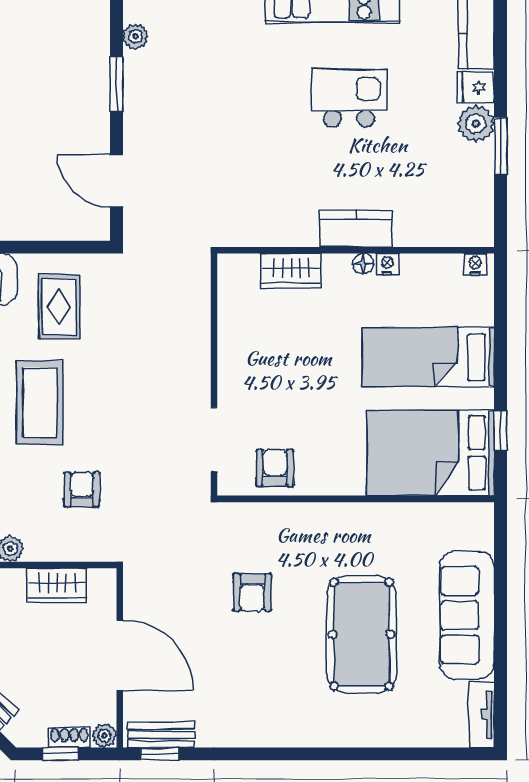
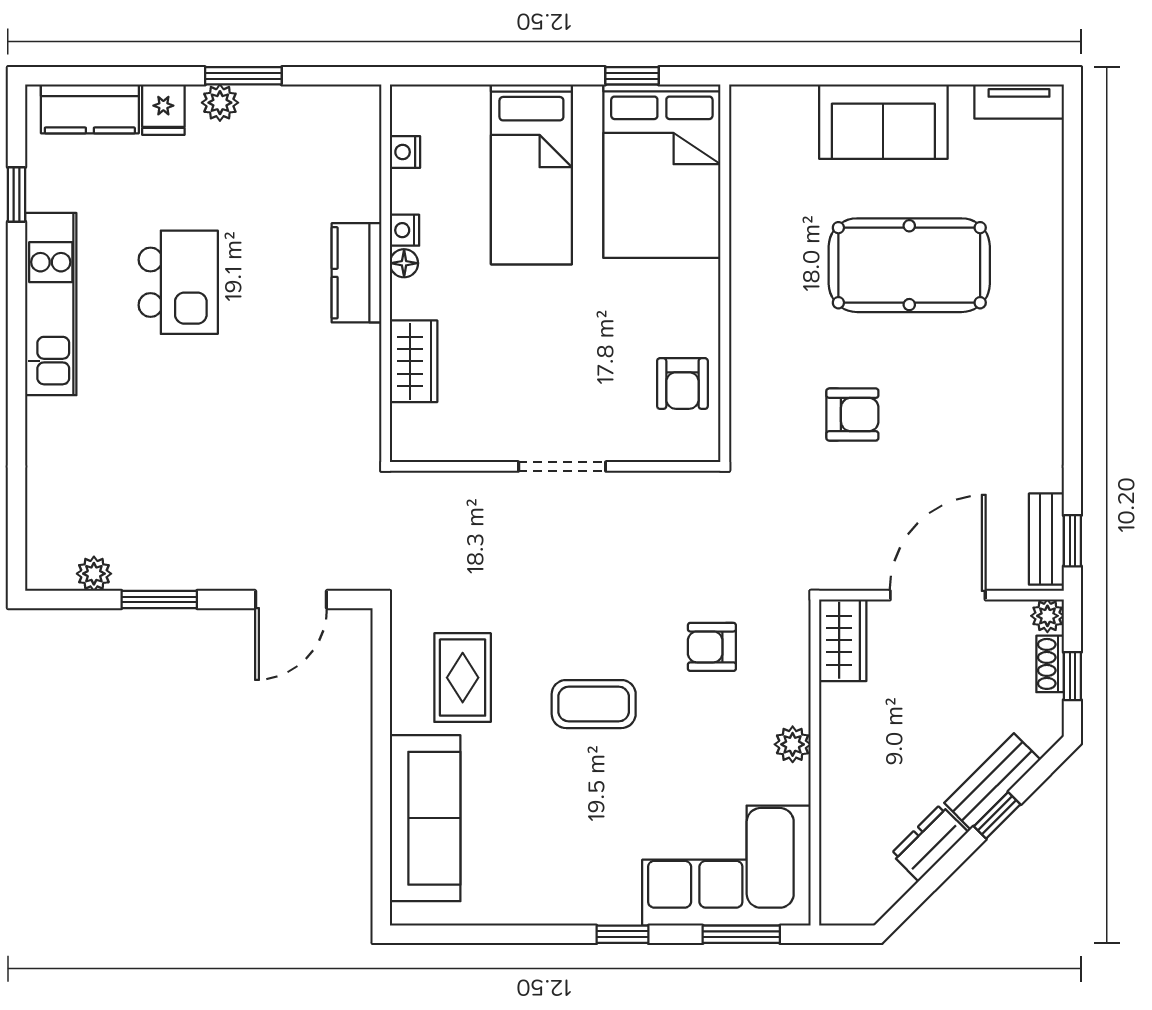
kitchen island: (349, 98) -> (178, 282), turned 180
plant: (476, 124) -> (220, 103), width x0.73, depth x0.73
nightstand: (475, 264) -> (405, 152), moved
rug: (59, 307) -> (463, 678), turned 90
coffee table: (40, 403) -> (594, 704), width x0.73, depth x0.76
doorway: (214, 440) -> (562, 466), moved
armchair: (275, 468) -> (682, 384), turned -90
wardrobe: (57, 585) -> (843, 640), moved
sofa: (467, 615) -> (883, 122), width x0.73

